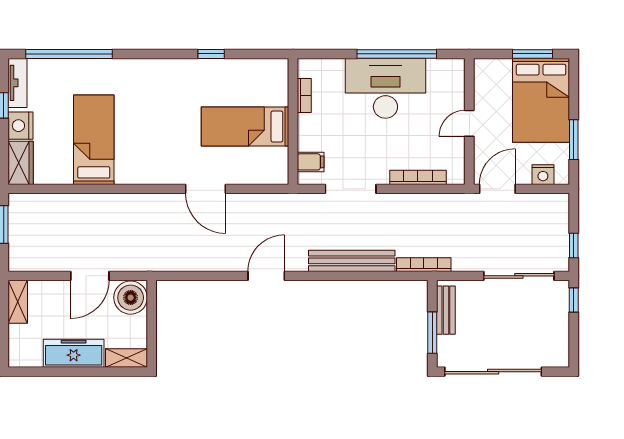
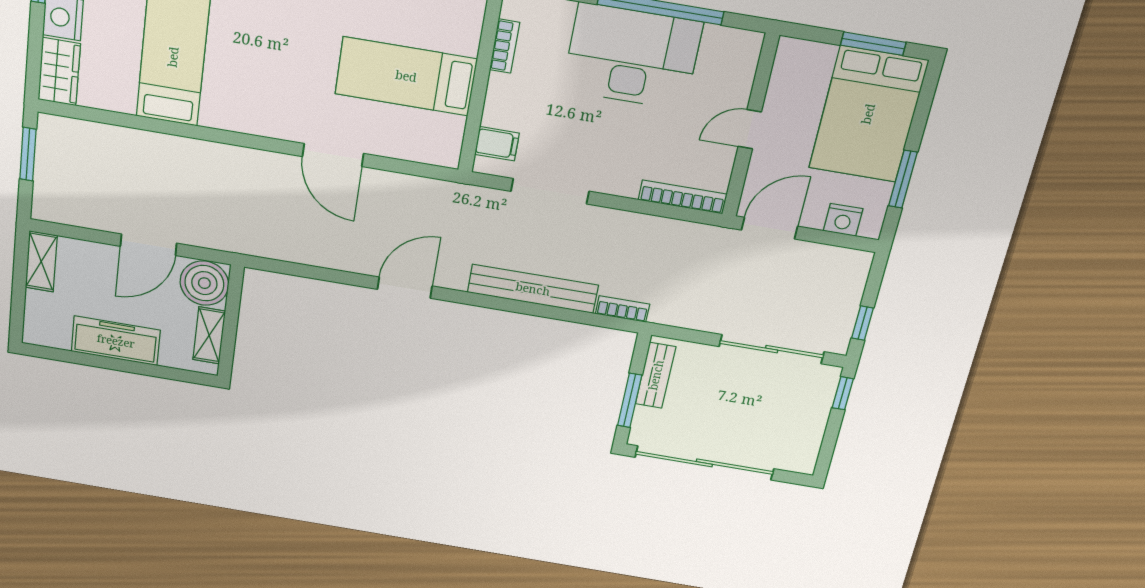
bookcase: (418, 177) -> (683, 197), moved
bookcase: (424, 265) -> (622, 309), width x0.64
shelving: (126, 358) -> (209, 335), moved, turned 90

